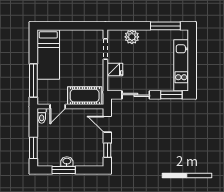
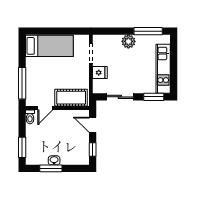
plant: (132, 37) -> (128, 41), moved
bed: (48, 54) -> (49, 46), moved, turned -90

